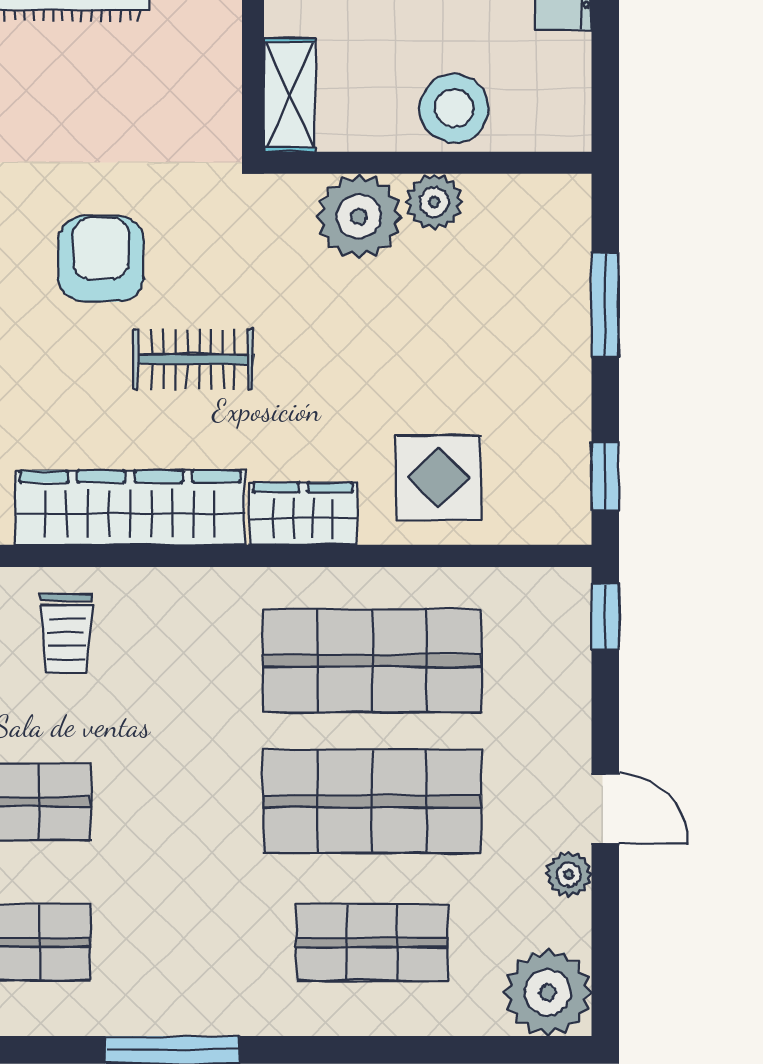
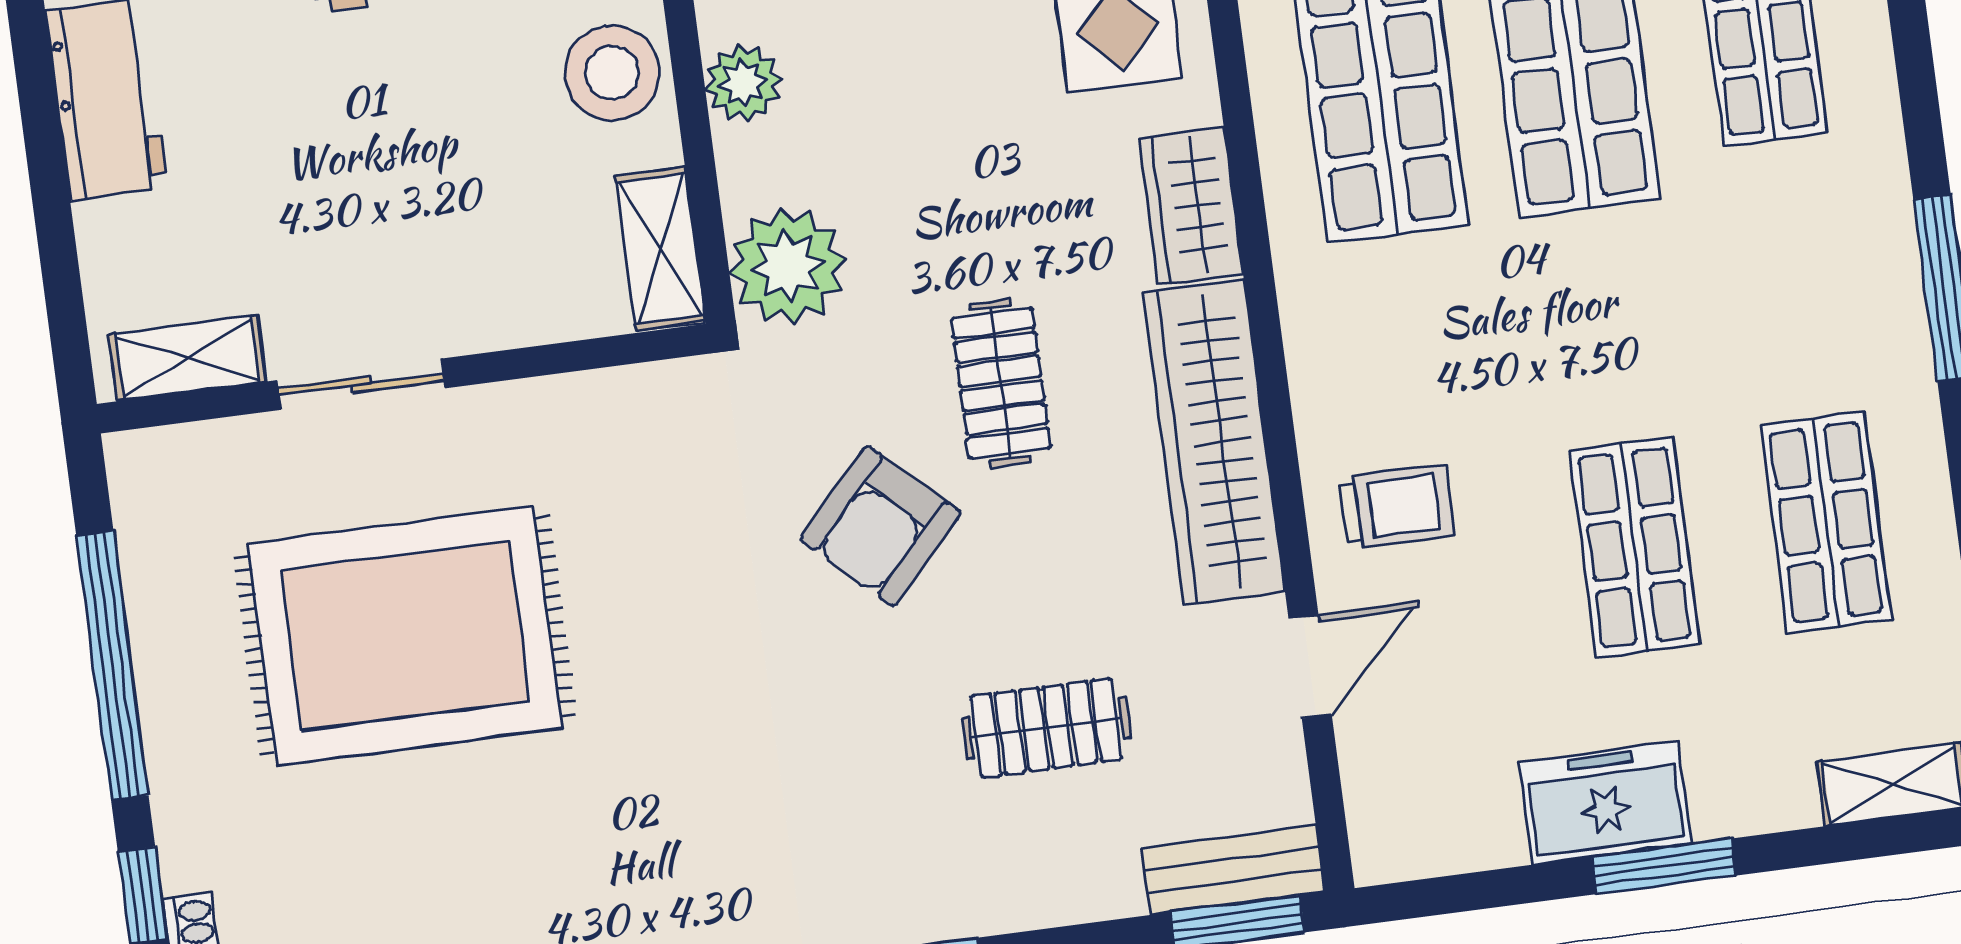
shelving: (290, 95) -> (660, 249), moved, turned 90
plant: (359, 216) -> (788, 266), moved
armchair: (101, 259) -> (880, 526), turned -47

